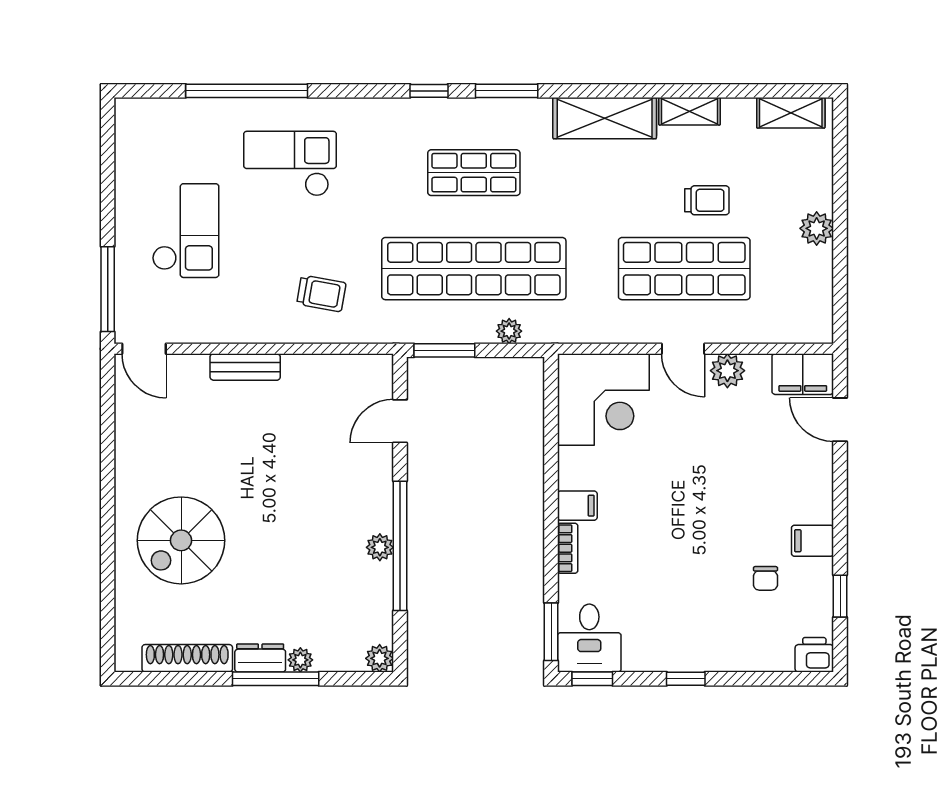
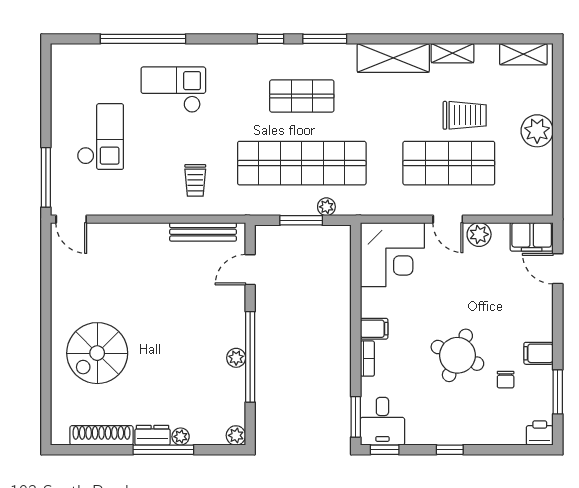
trolley: (707, 200) -> (465, 115), width x1.36, depth x1.39
plant: (817, 228) -> (537, 131), width x1.36, depth x1.36
trolley: (321, 293) -> (195, 180), turned 80
window: (444, 350) -> (301, 220), moved
bench: (245, 367) -> (203, 232), moved, width x1.36
round table: (697, 544) -> (457, 355), added
window: (840, 596) -> (558, 392), width x1.50

